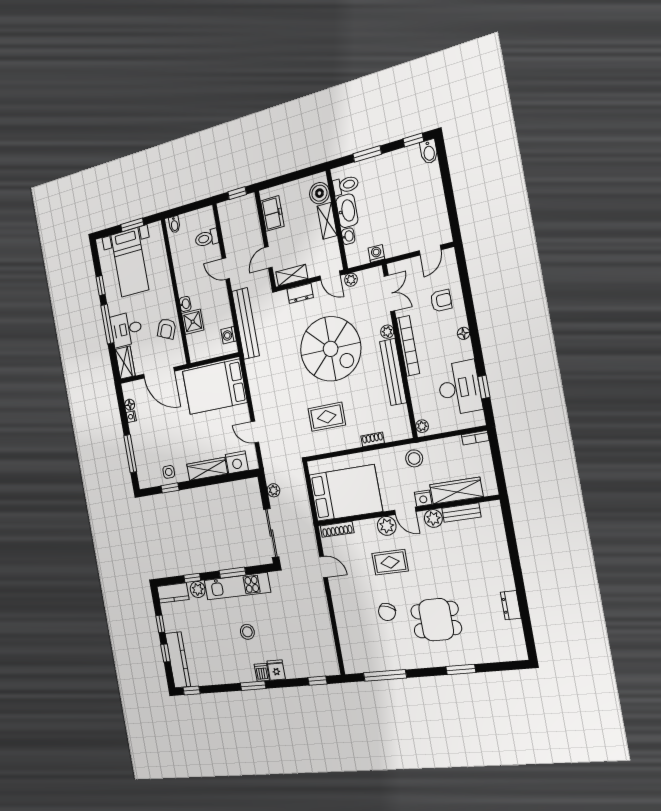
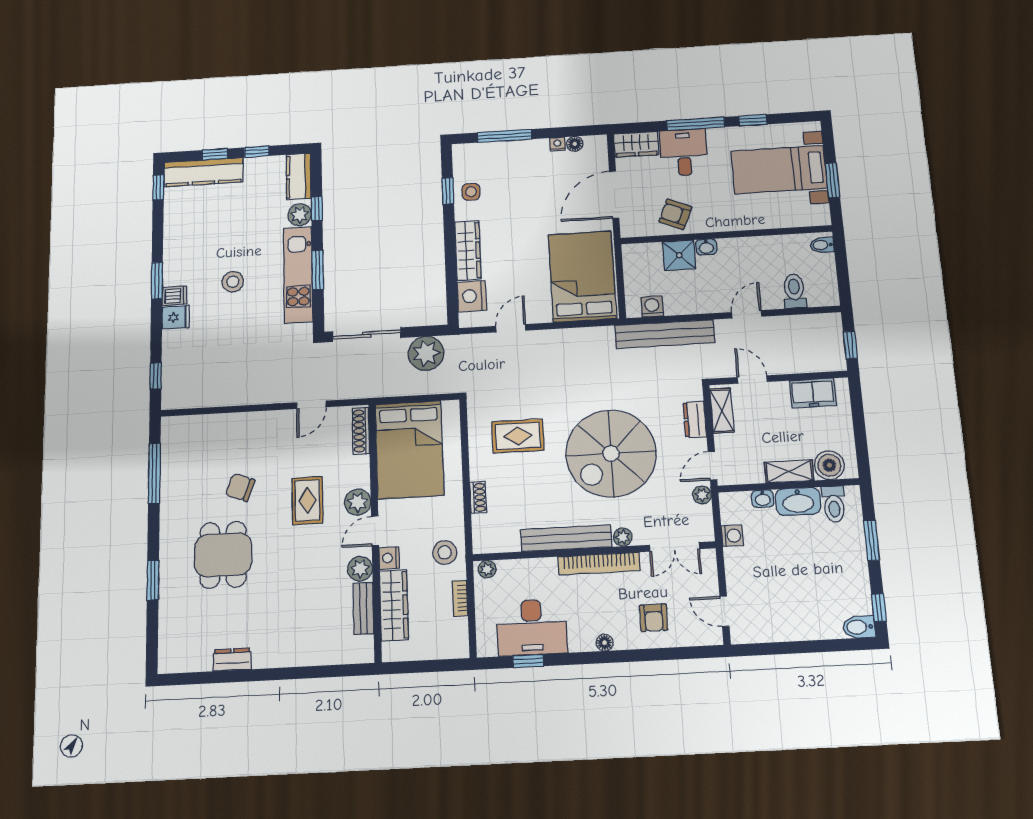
rug: (327, 417) -> (518, 436), turned 90
bookcase: (475, 438) -> (460, 598), moved
plant: (274, 490) -> (426, 353), width x1.87, depth x1.87

